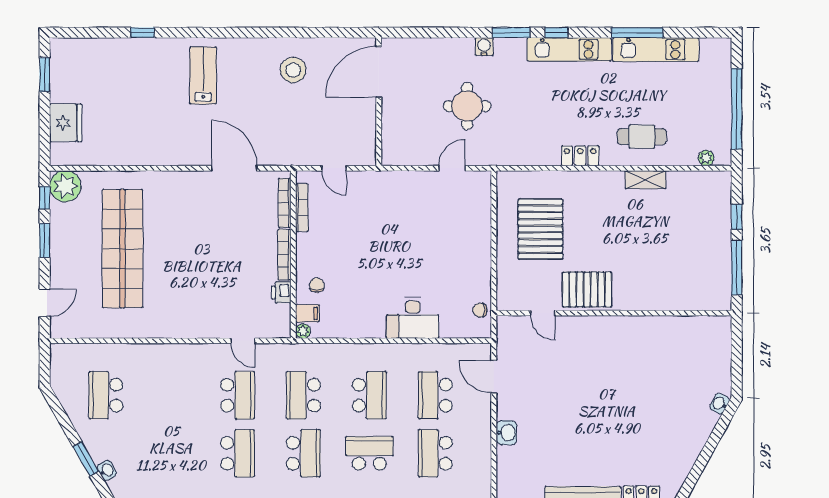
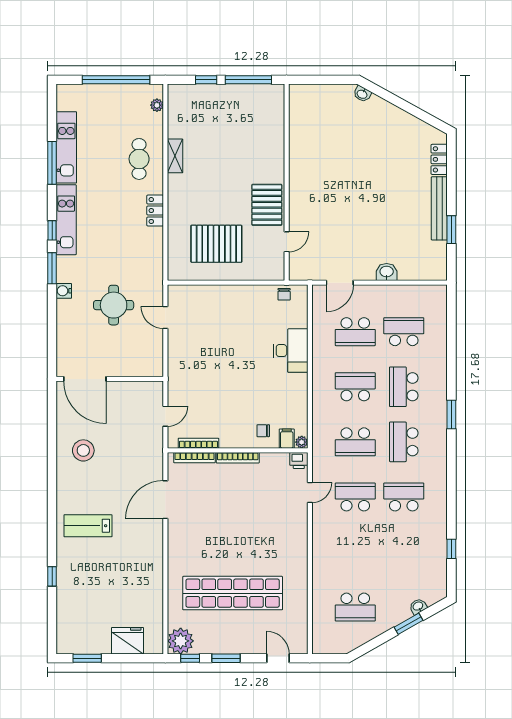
printer: (281, 292) -> (299, 460), moved
school desk: (303, 453) -> (404, 442), turned -90
school desk: (435, 453) -> (404, 332), turned 180

